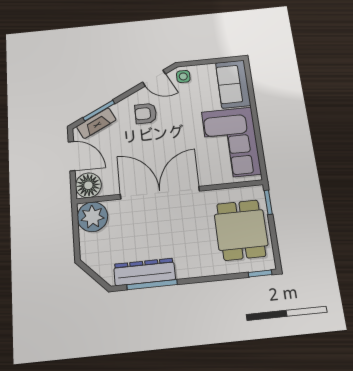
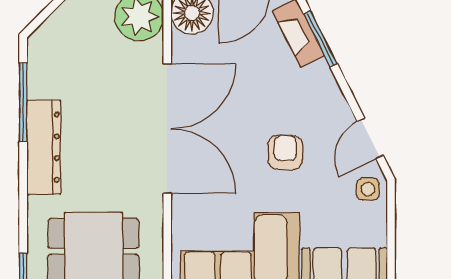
armchair: (146, 113) -> (285, 152), moved
dresser: (144, 272) -> (44, 147), moved

